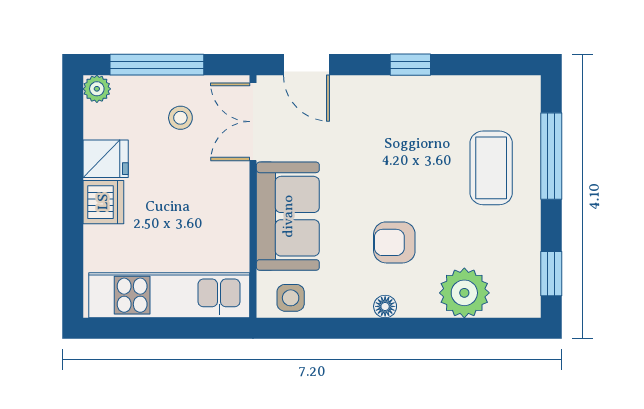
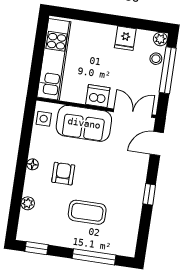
stool: (180, 118) -> (156, 59), moved
coffee table: (491, 168) -> (87, 212), moved
dishwasher: (103, 202) -> (98, 96), moved, turned 180
plant: (464, 293) -> (28, 203), width x0.53, depth x0.53

